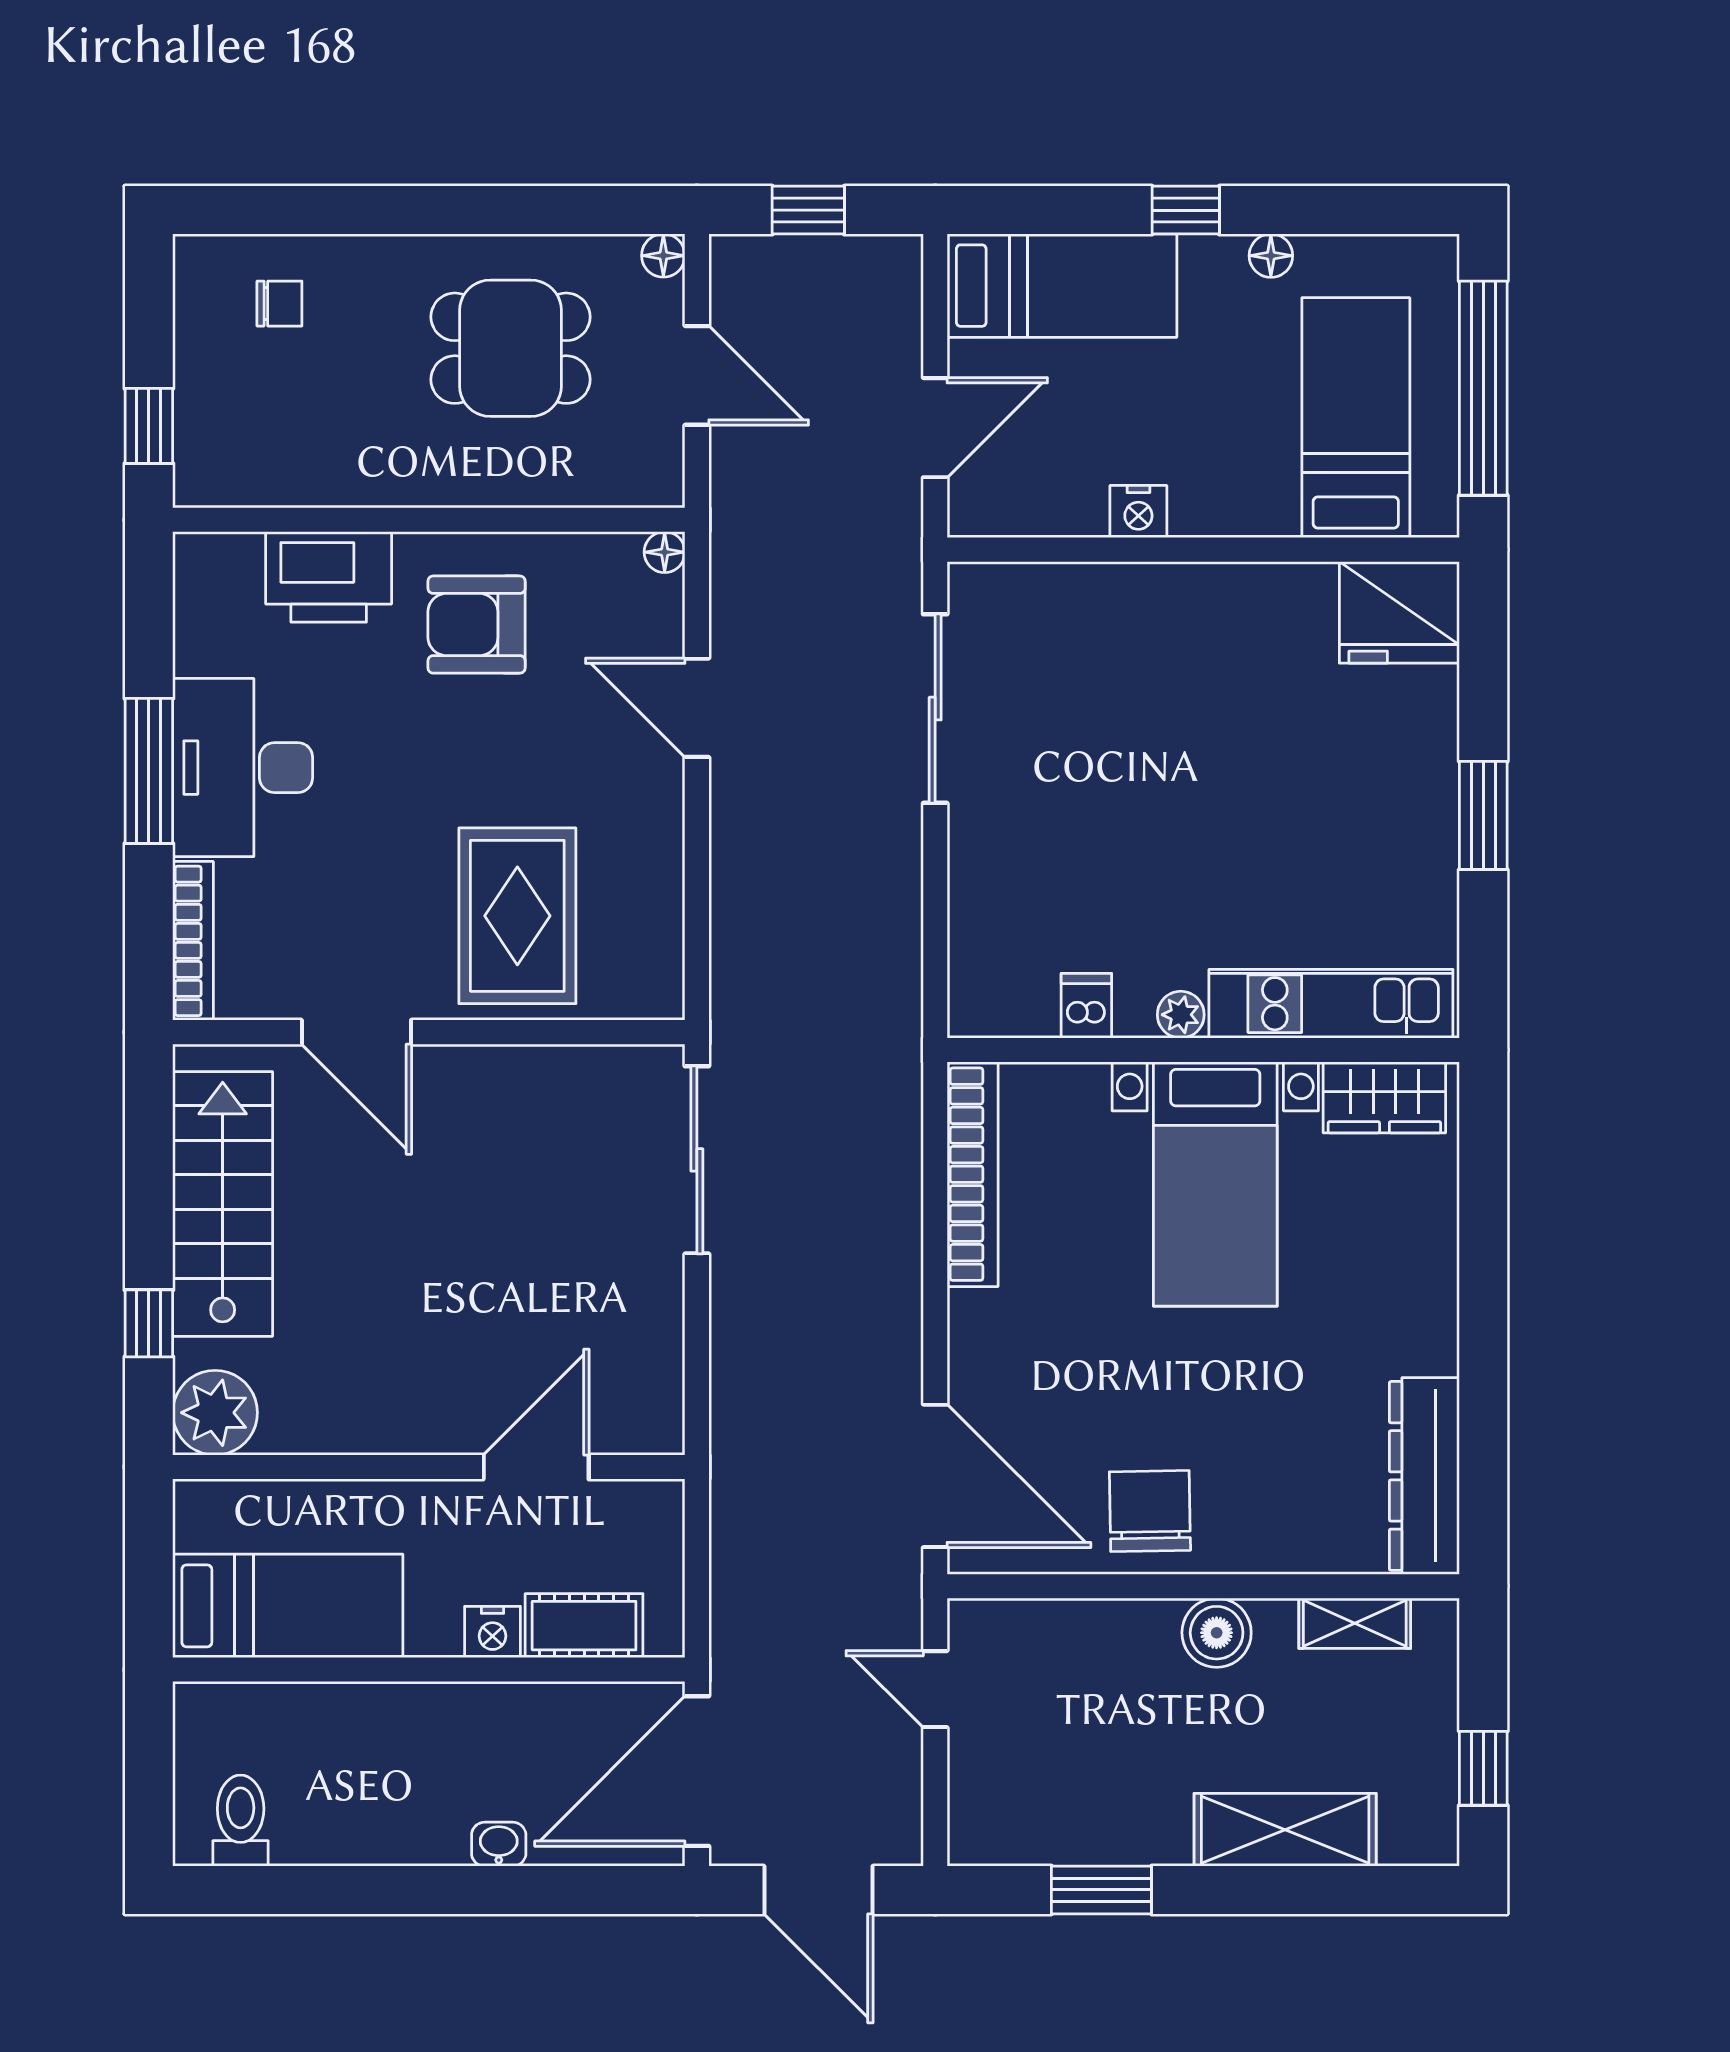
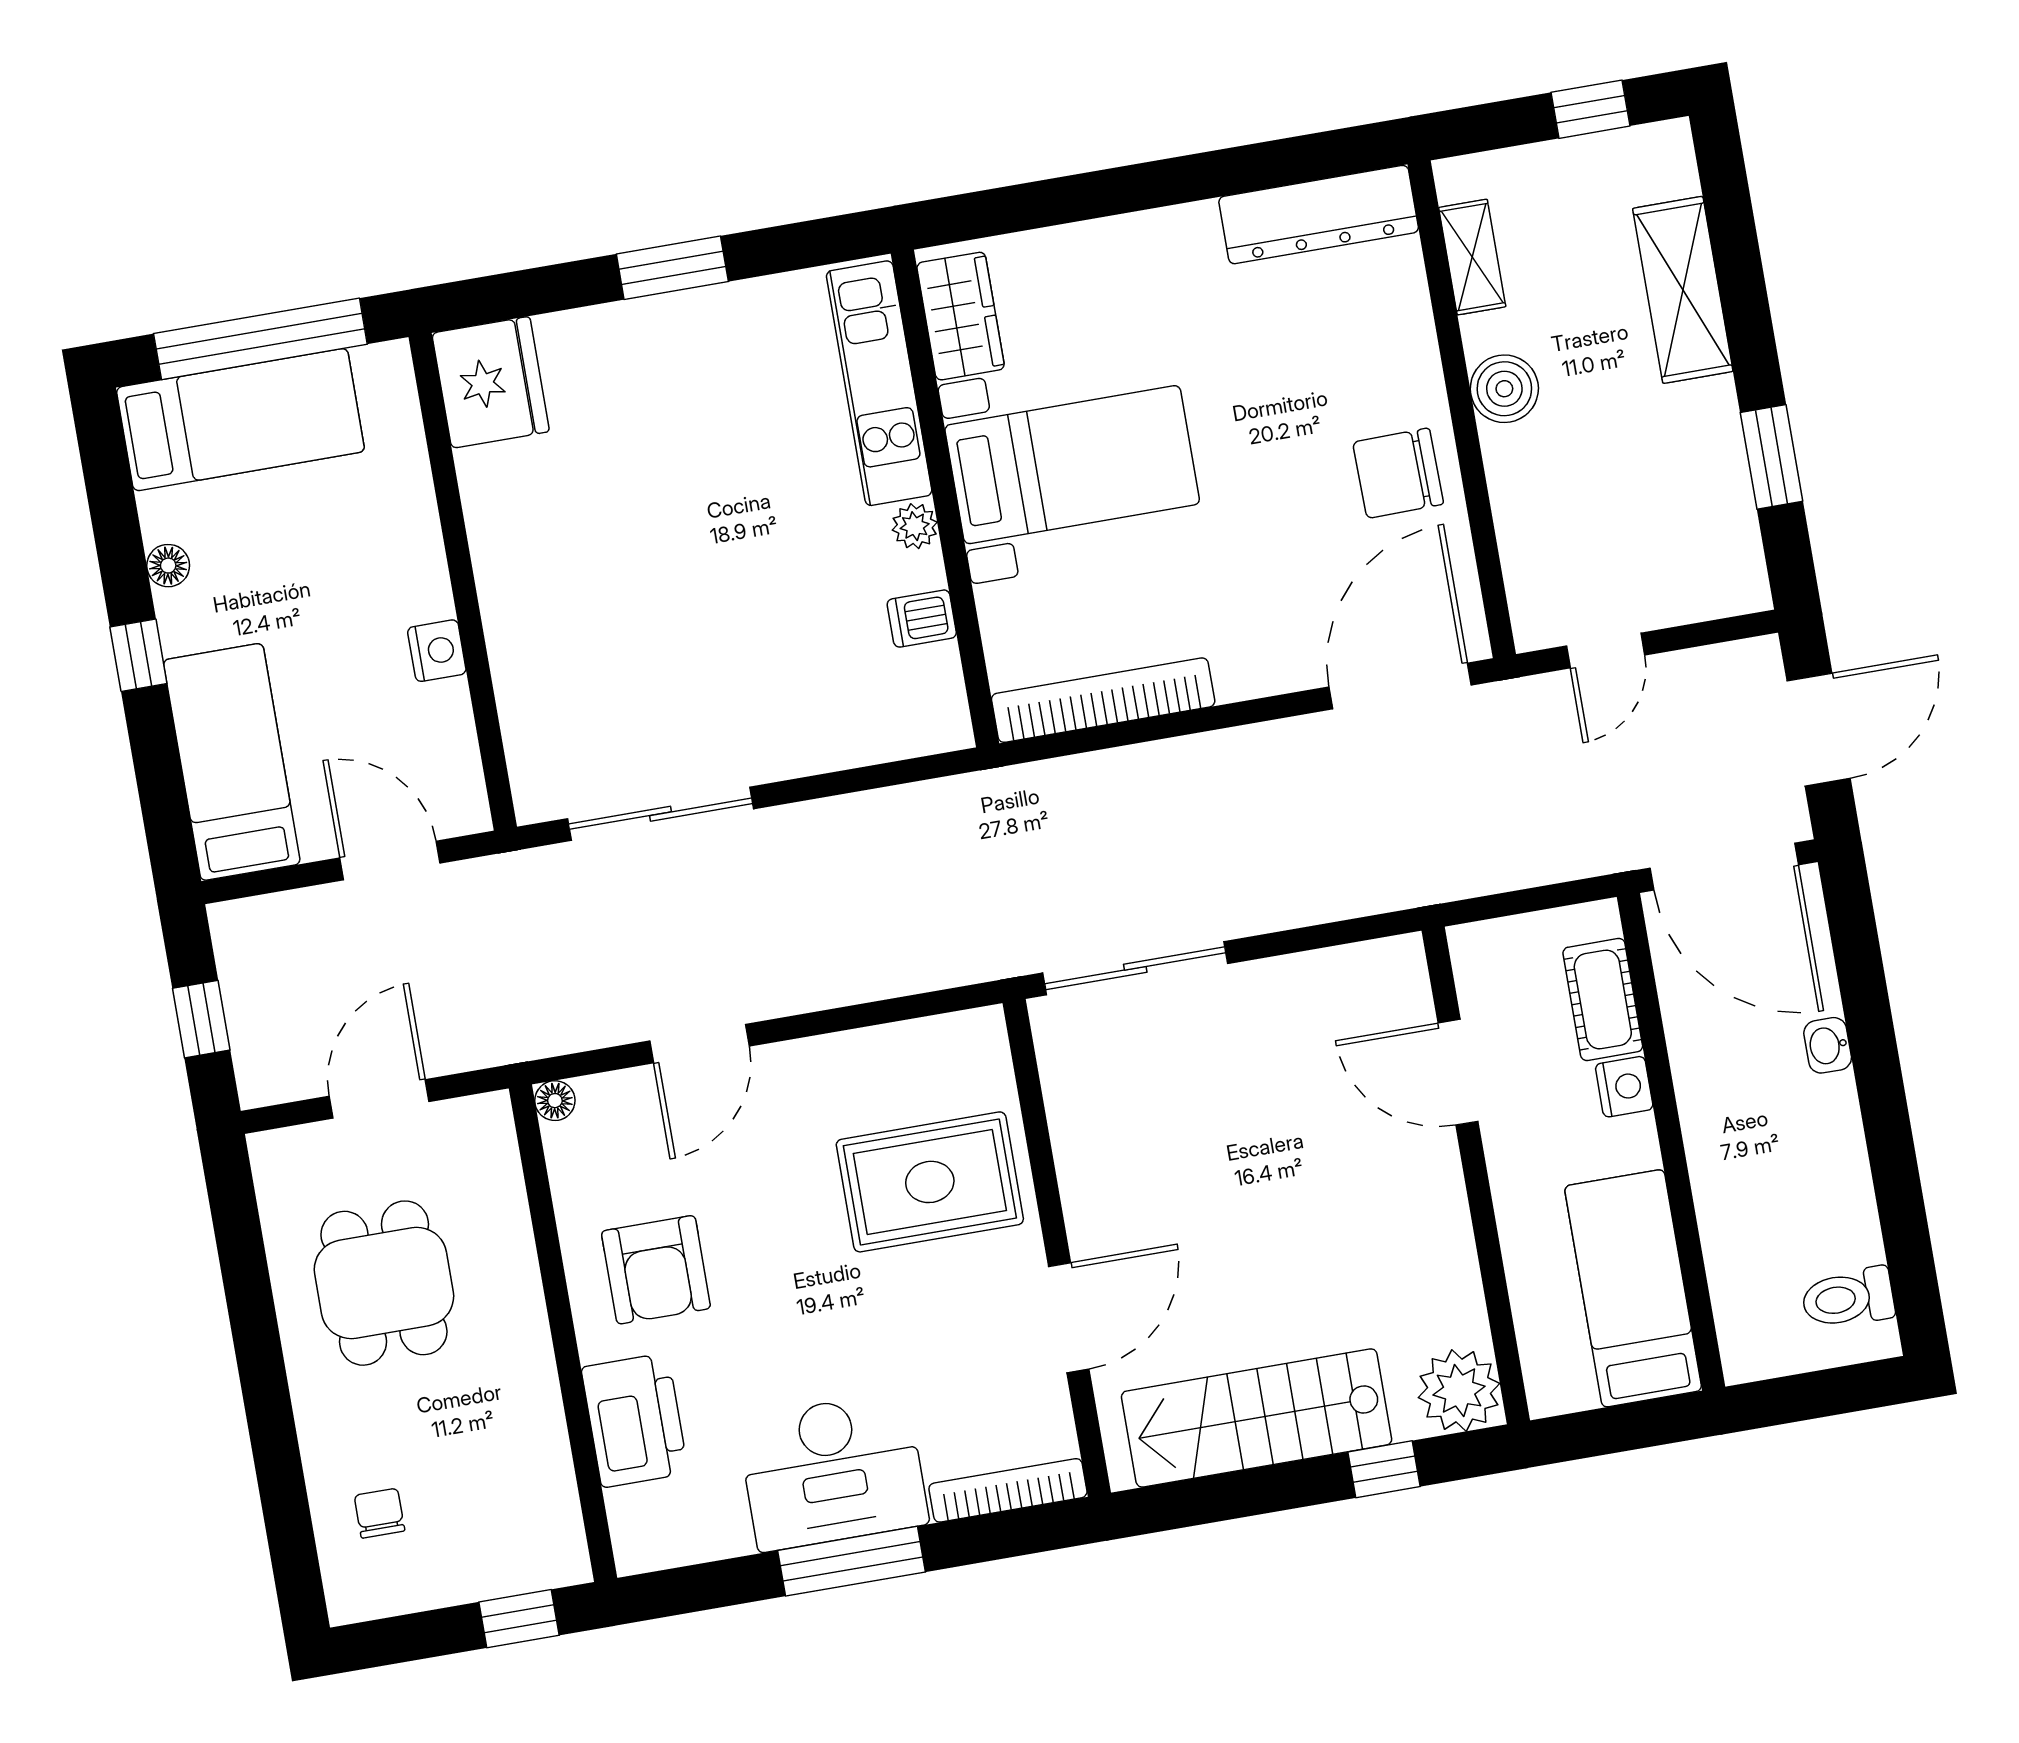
floor lamp: (663, 256) -> (269, 1151), removed
bed: (1356, 418) -> (240, 420), moved, turned 180

